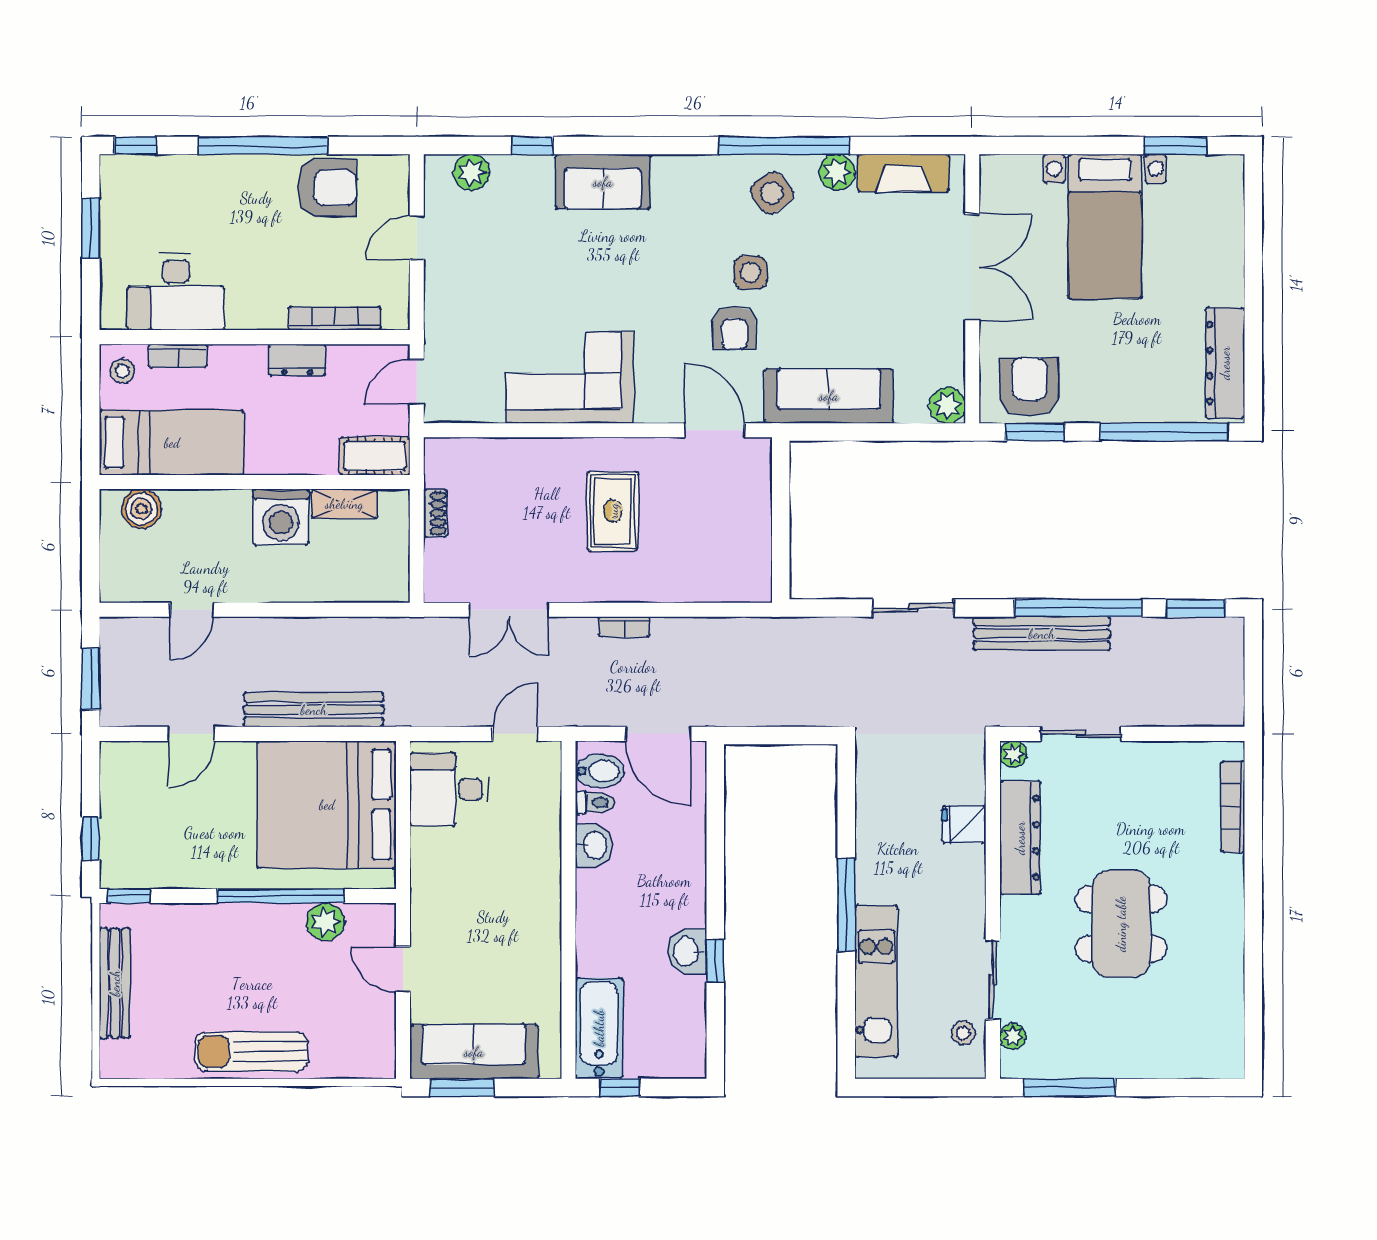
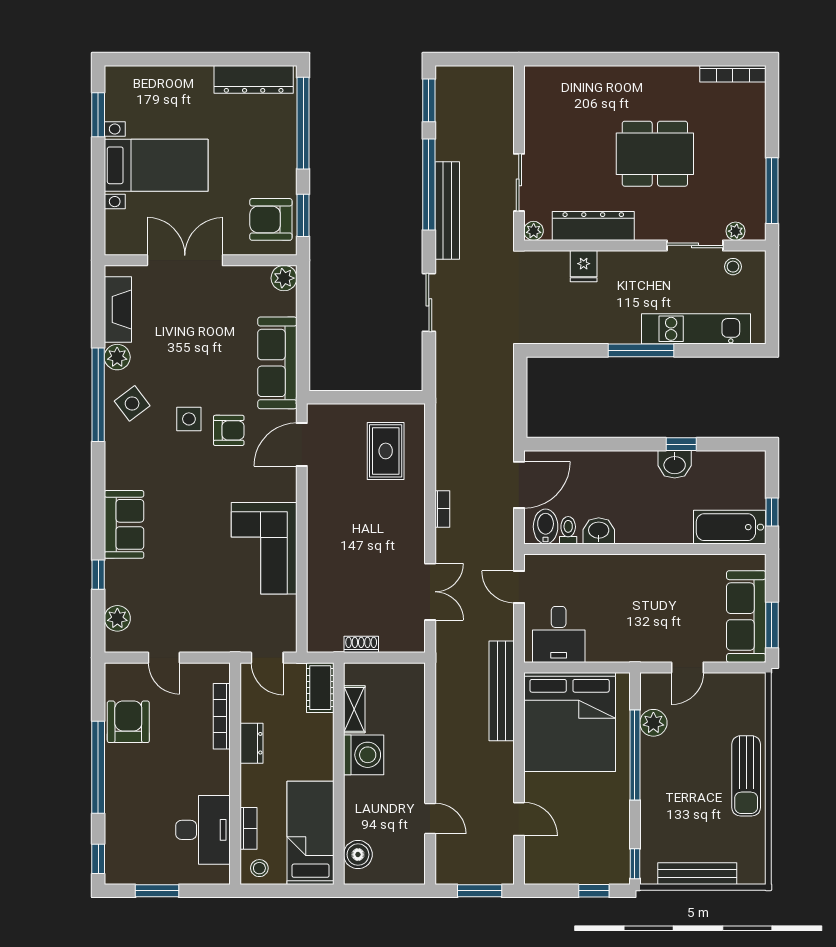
rug: (613, 511) -> (386, 451), moved, turned 90
bench: (314, 710) -> (502, 691), moved
bookcase: (1233, 807) -> (733, 74), moved

